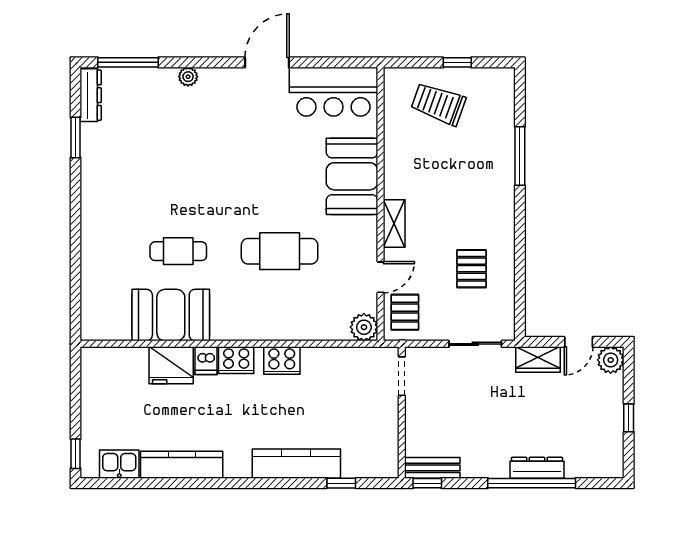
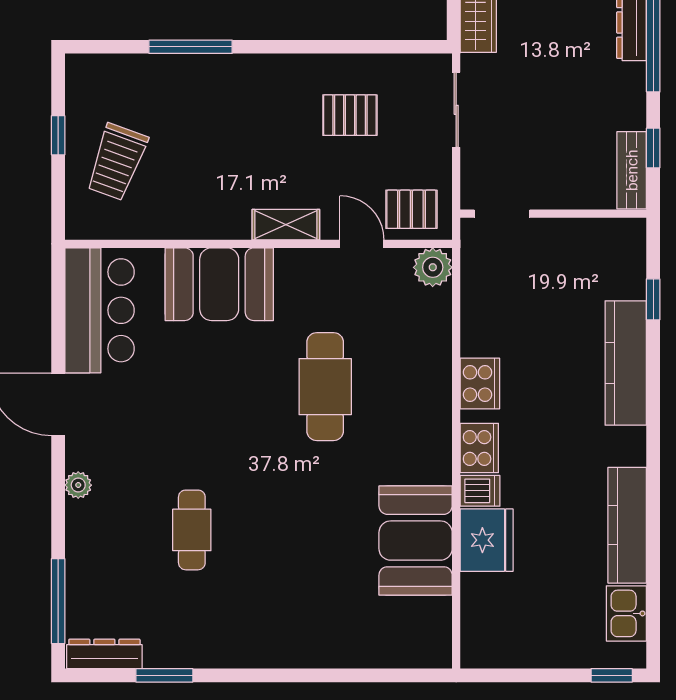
plant: (188, 77) -> (78, 485), moved
cafe table: (178, 251) -> (192, 530), moved
window: (427, 483) -> (653, 148), moved

